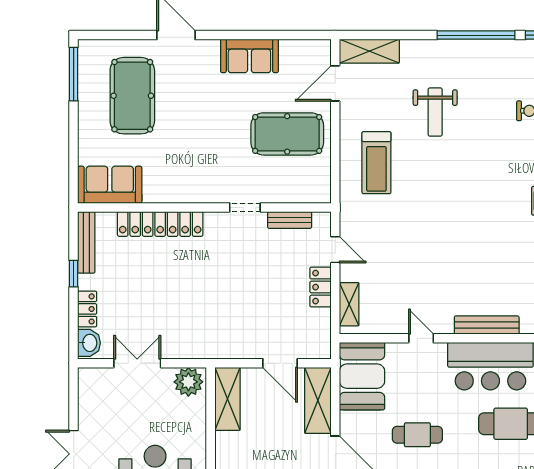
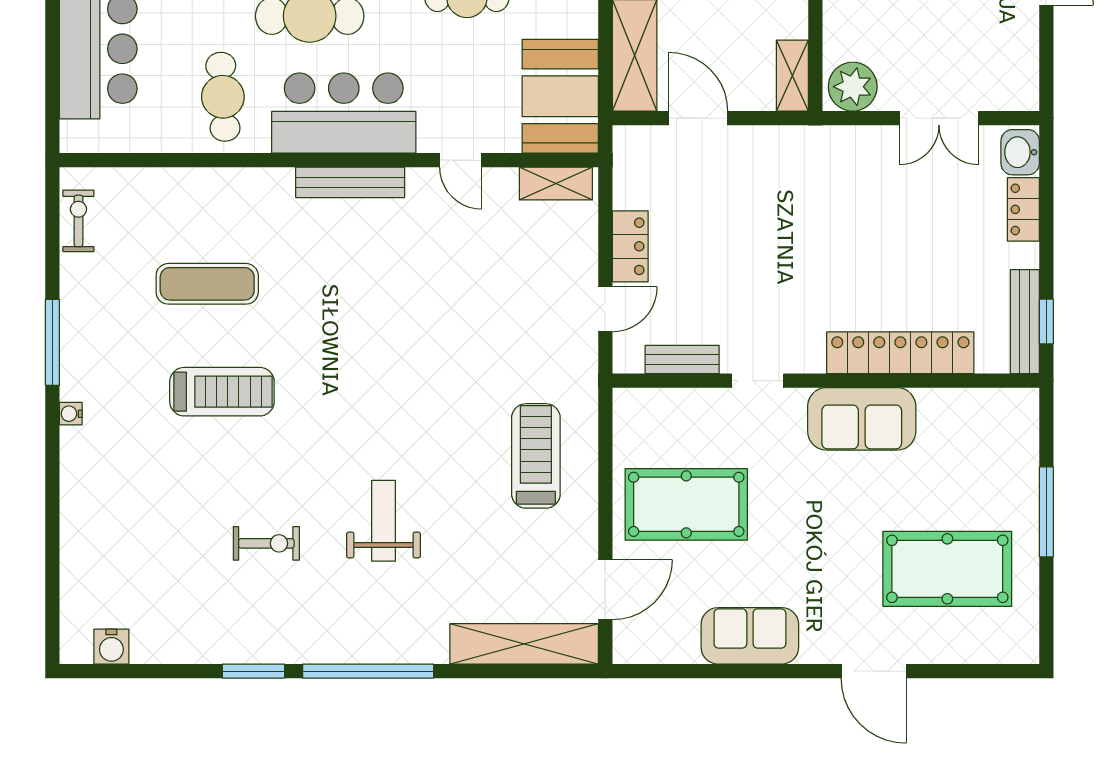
shelving: (369, 51) -> (524, 644), width x1.47
window: (74, 74) -> (1046, 512), moved
pool table: (132, 96) -> (947, 569), turned 90
weight bench: (435, 112) -> (383, 521), moved
sofa: (110, 185) -> (862, 419), moved
door: (335, 250) -> (605, 309), swing flipped
window: (74, 274) -> (1046, 321), moved
shelving: (349, 304) -> (556, 184), moved, turned 90
shelving: (227, 399) -> (792, 76), width x0.67, depth x0.75

